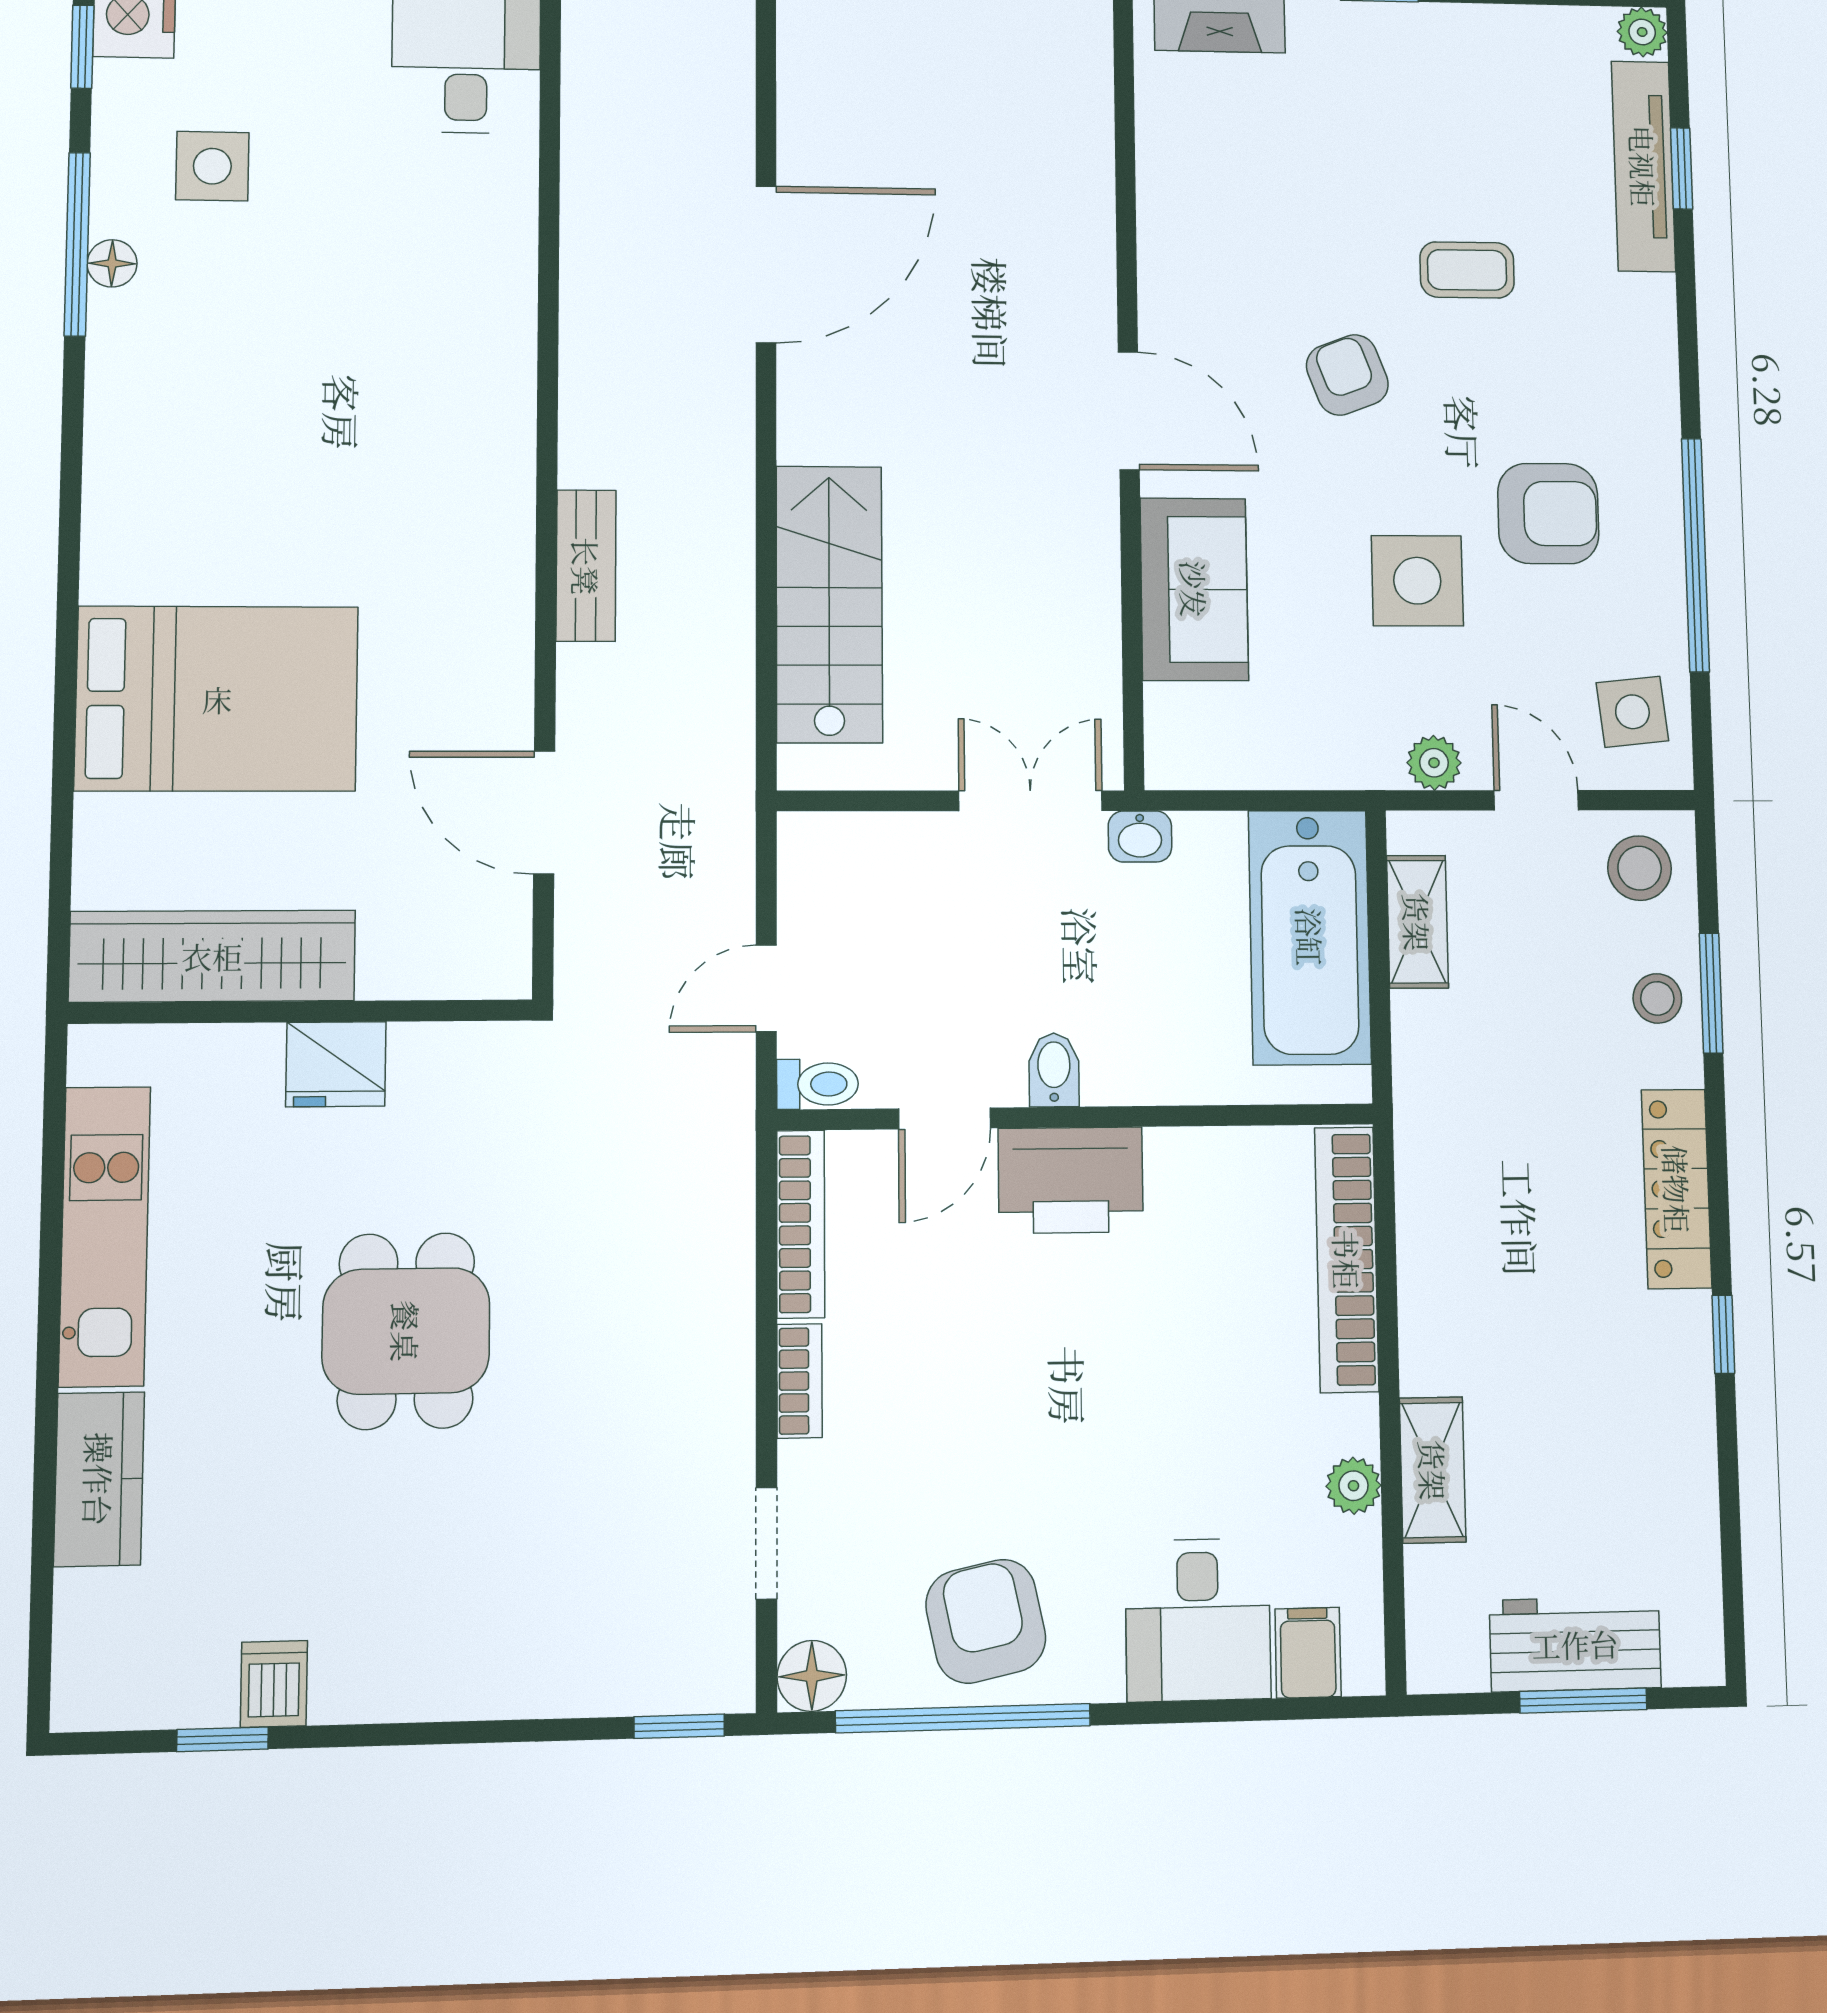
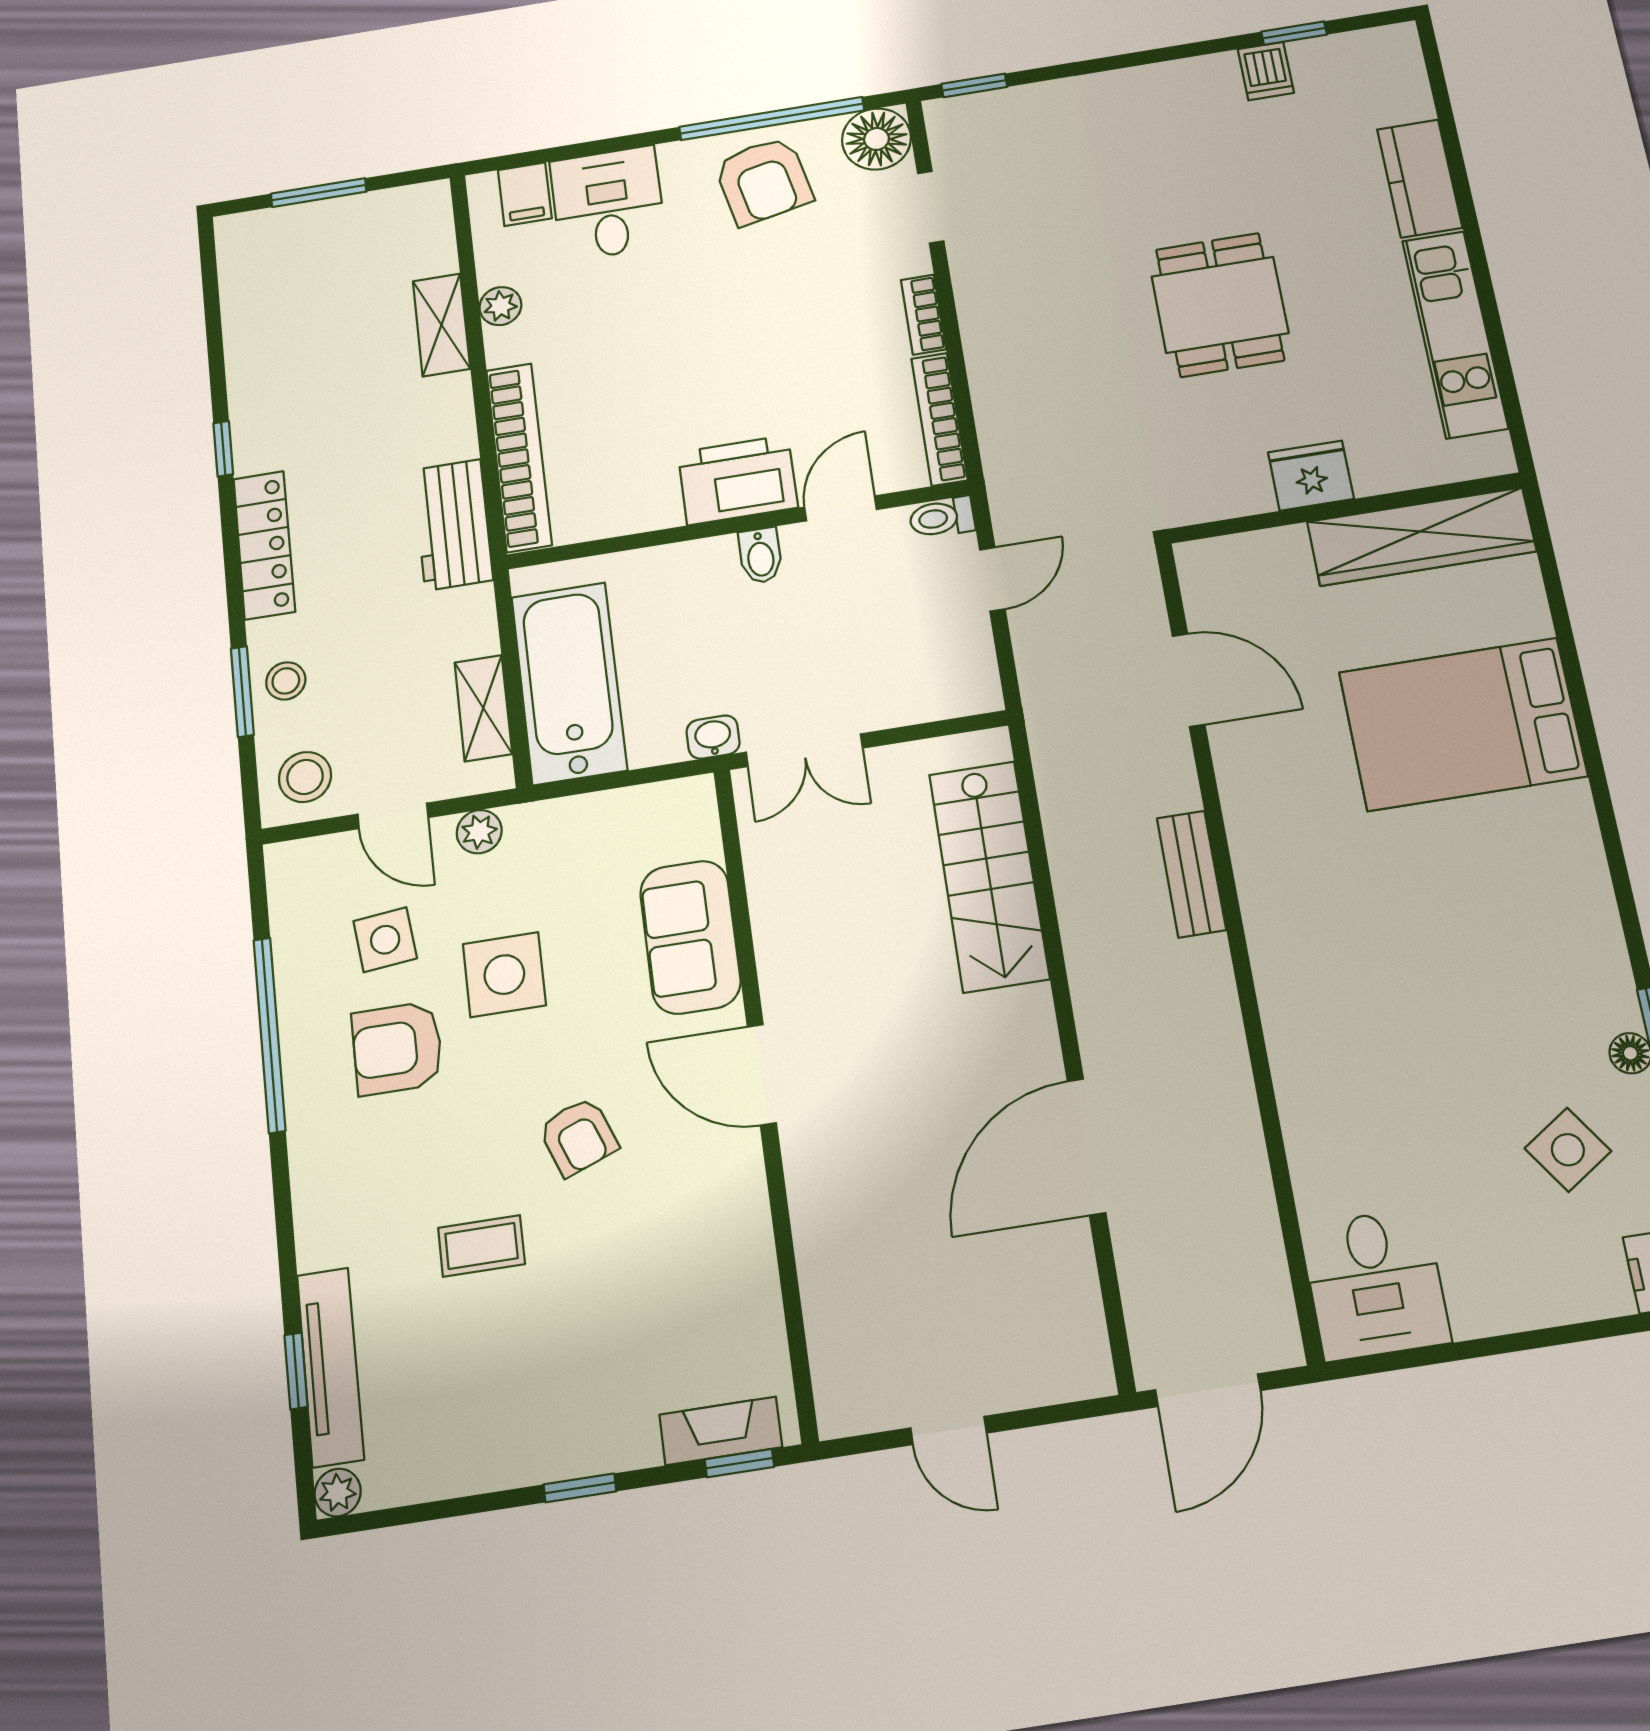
side table: (212, 166) -> (1568, 1150), turned -34
side table: (1632, 712) -> (385, 940), moved
workbench: (1575, 1644) -> (453, 525), moved, turned 90
floor lamp: (812, 1676) -> (877, 139), width x1.38, depth x1.38

